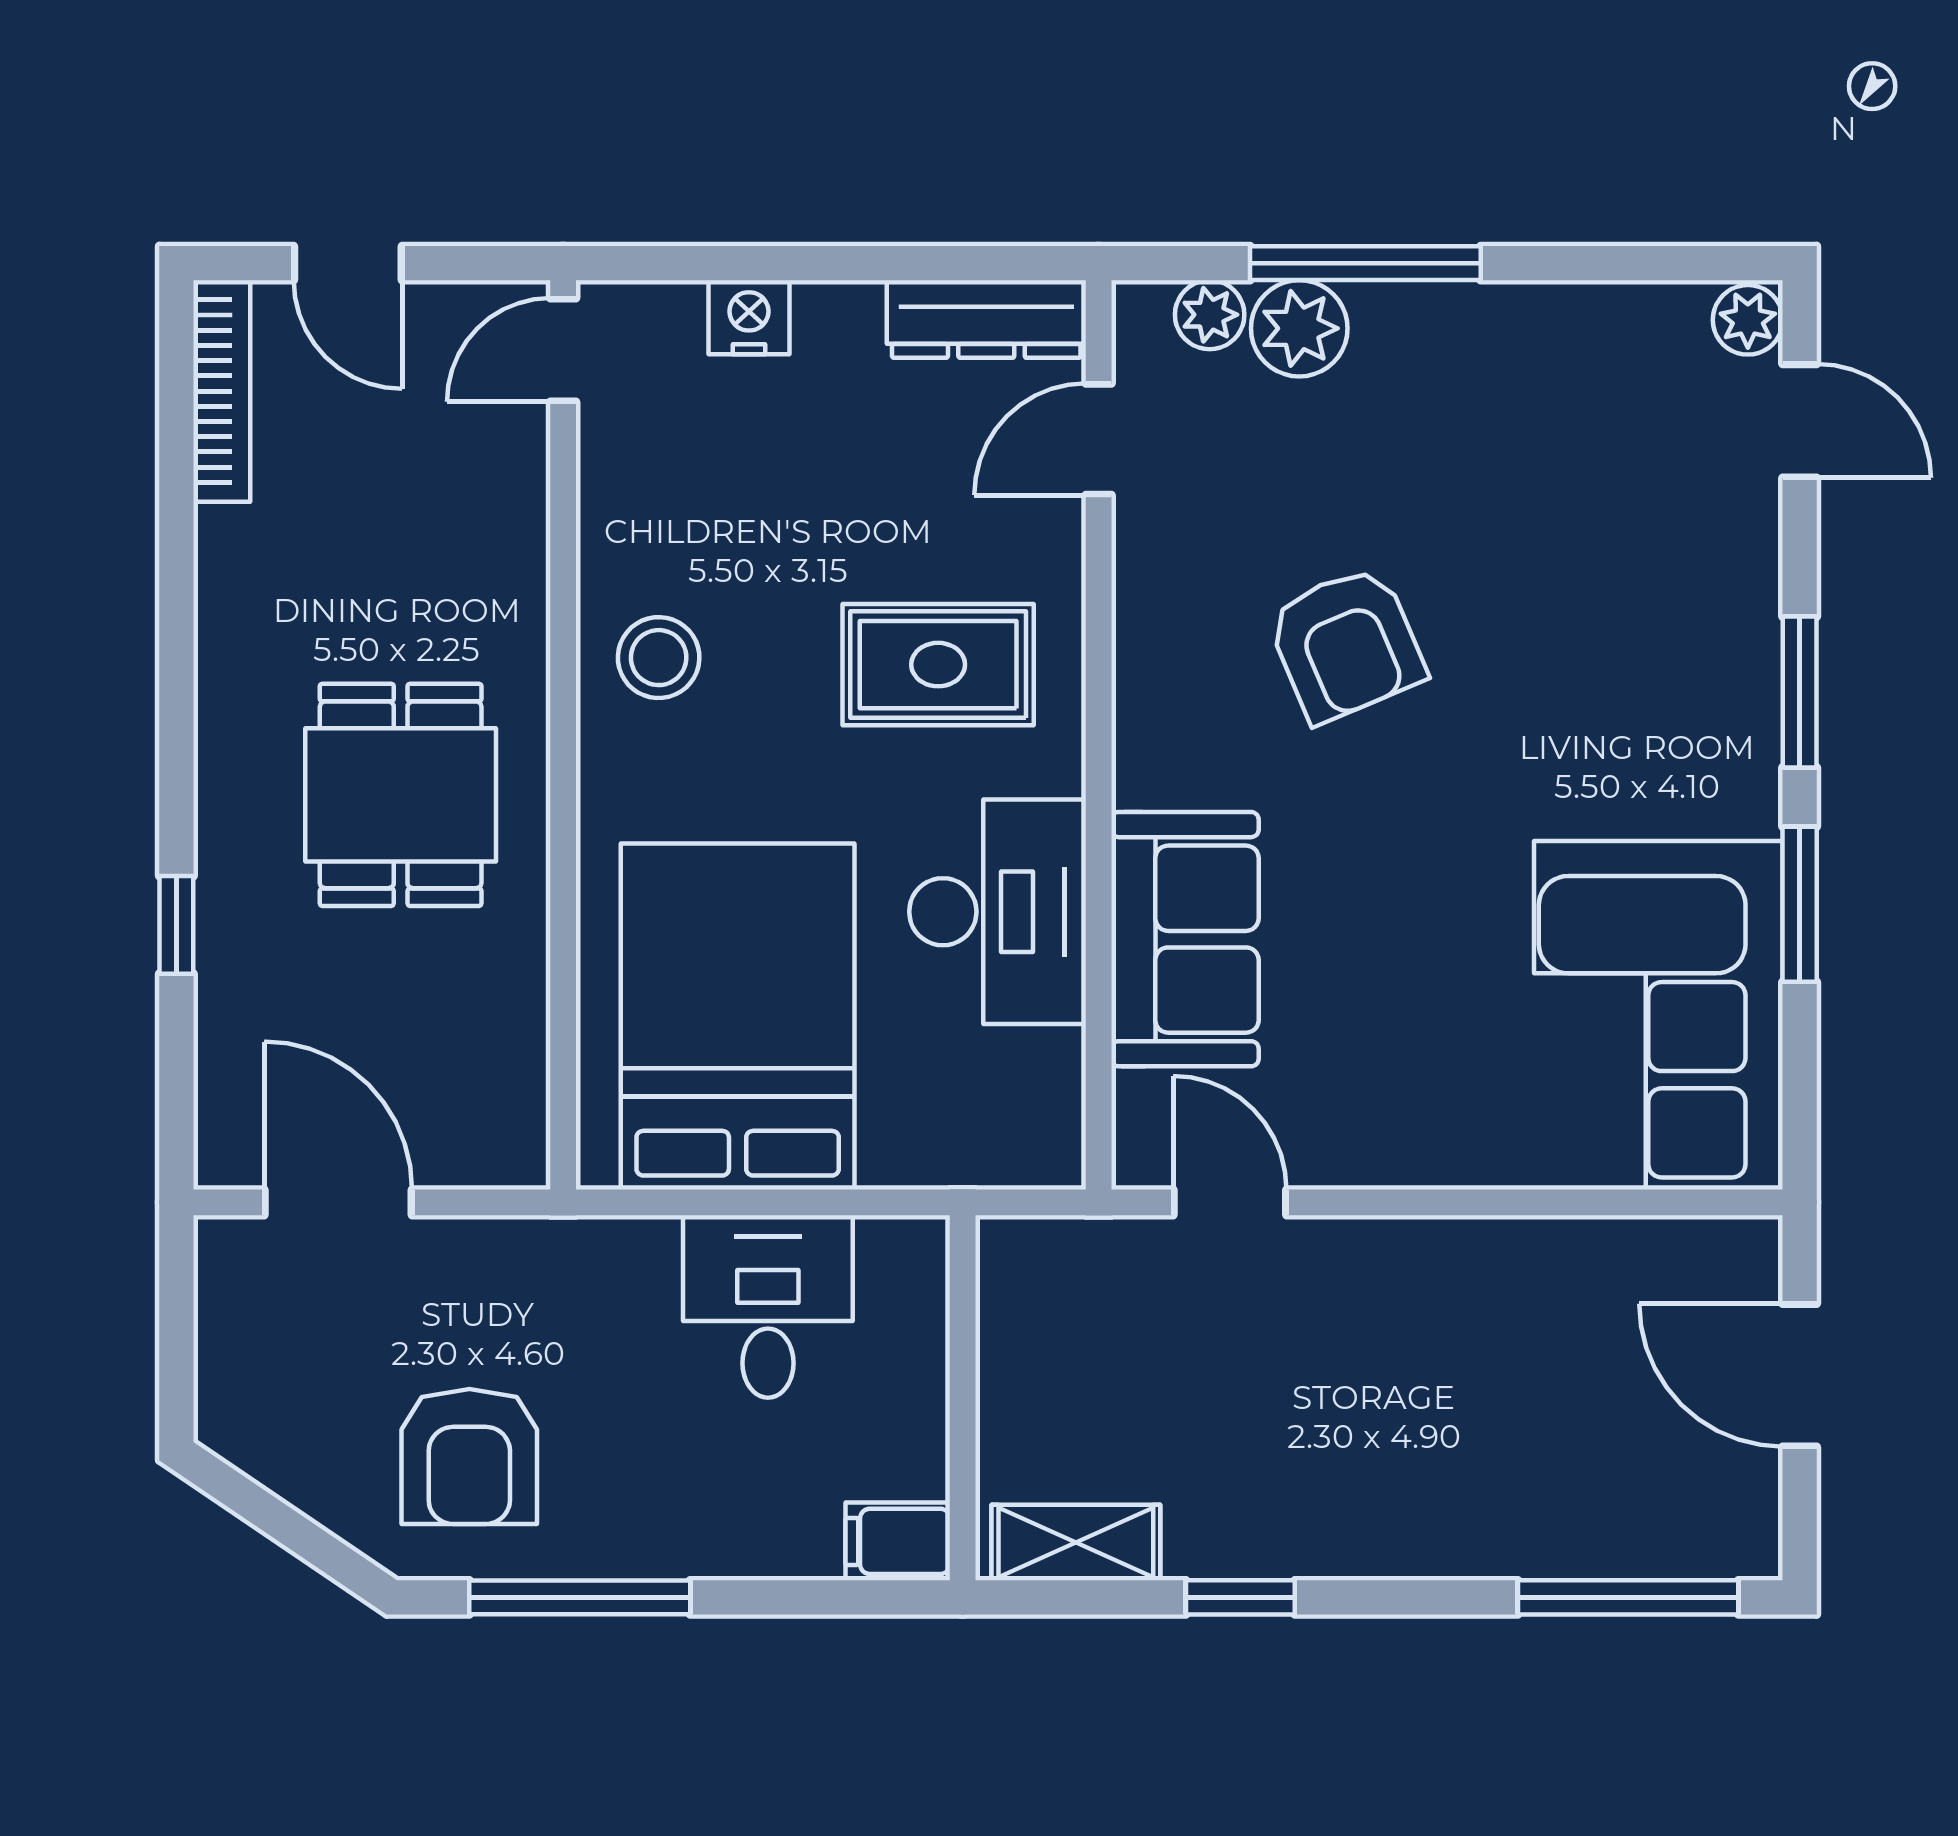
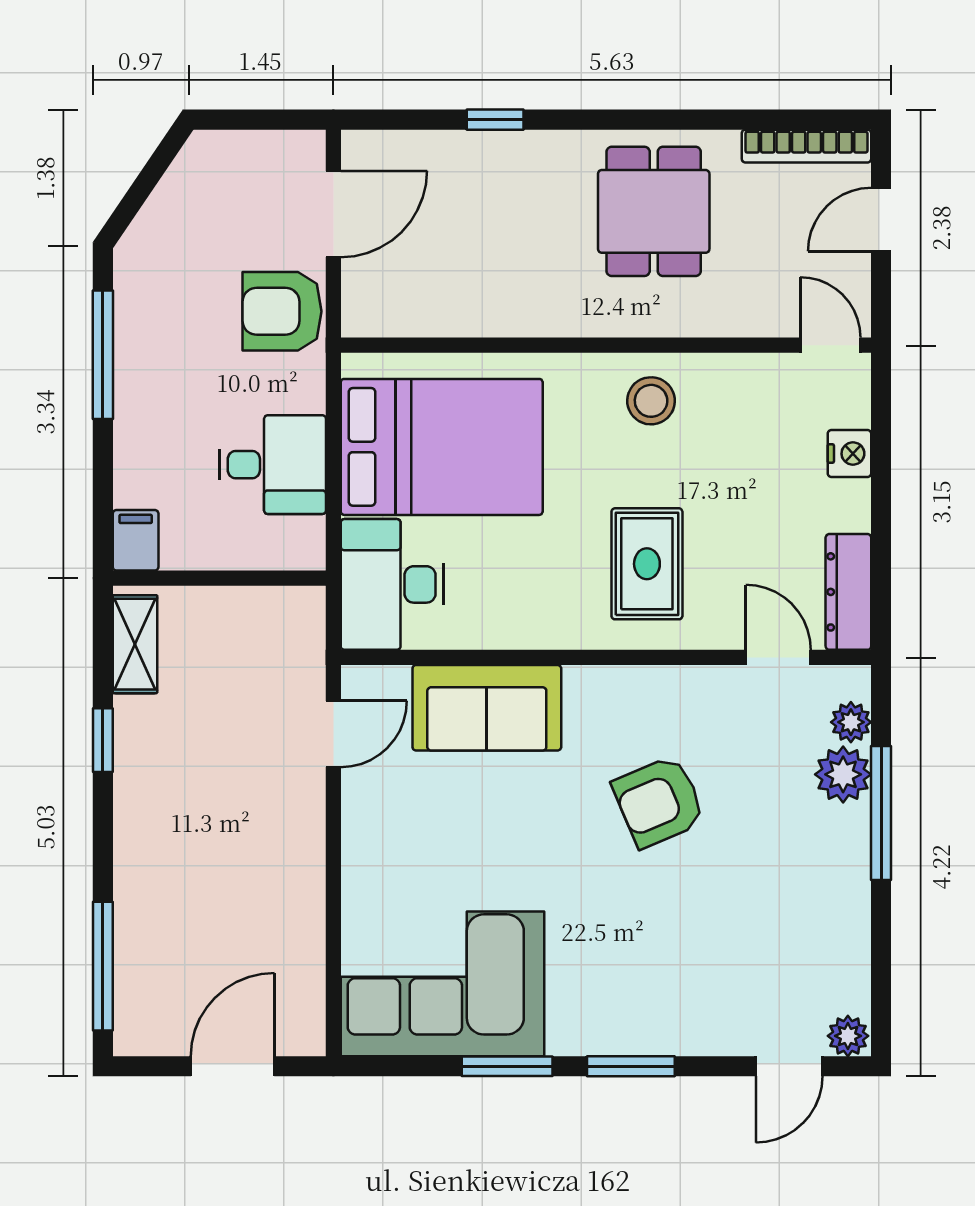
dining table: (401, 795) -> (654, 211), moved, turned 90
desk: (998, 912) -> (392, 584), moved, turned 90
armchair: (469, 1456) -> (282, 311), moved

